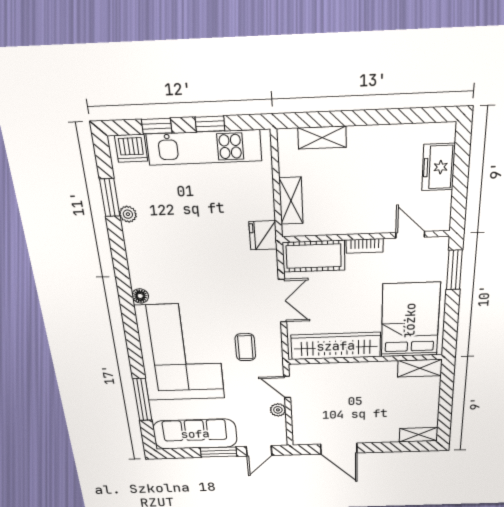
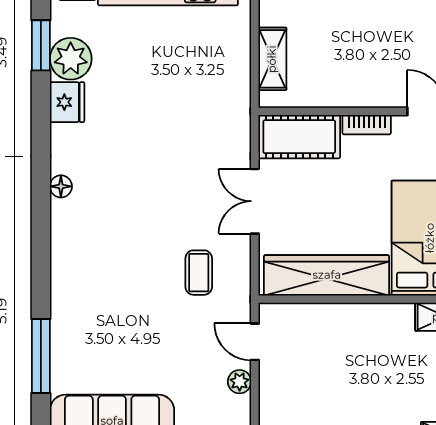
plant: (128, 214) -> (71, 59), width x1.88, depth x1.88
fridge: (263, 235) -> (67, 102), moved, turned 180
double door: (283, 301) -> (255, 201), swing flipped
corner sofa: (180, 353) -> (106, 279), removed

